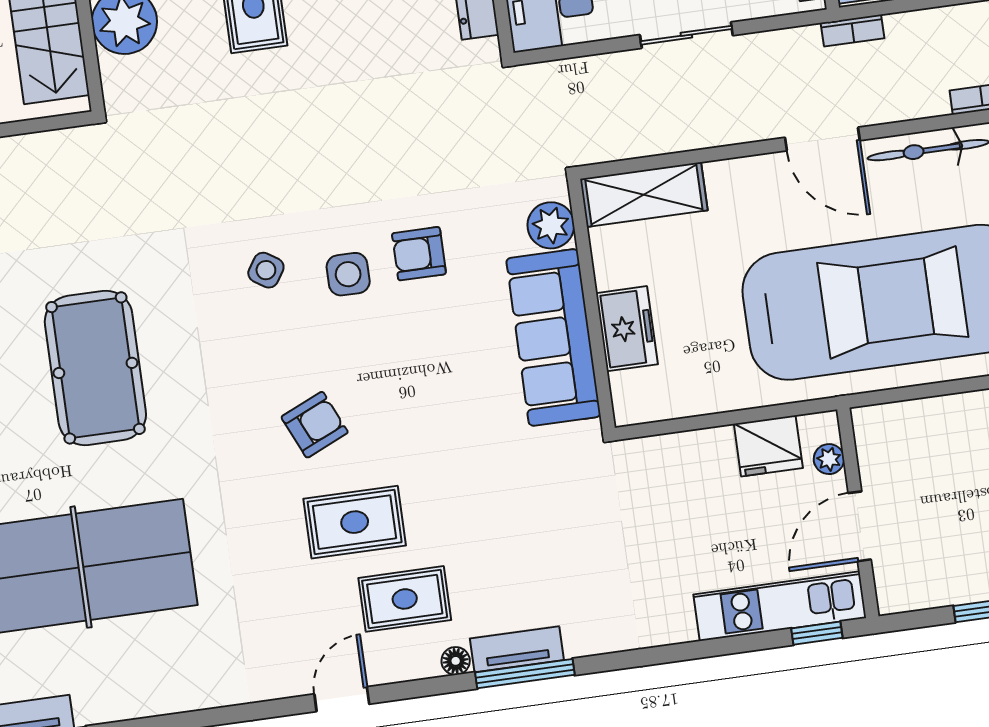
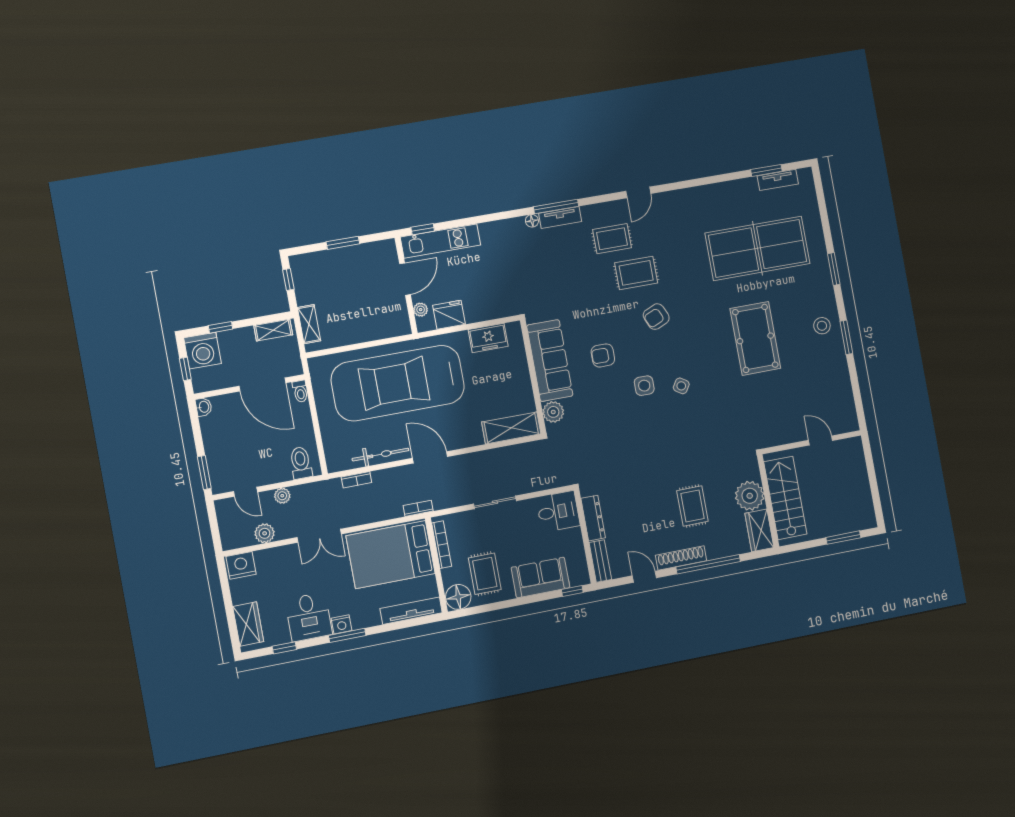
armchair: (419, 254) -> (603, 355), moved, turned 180
freezer: (627, 329) -> (488, 338), moved, turned -90
floor lamp: (456, 661) -> (532, 221), moved

